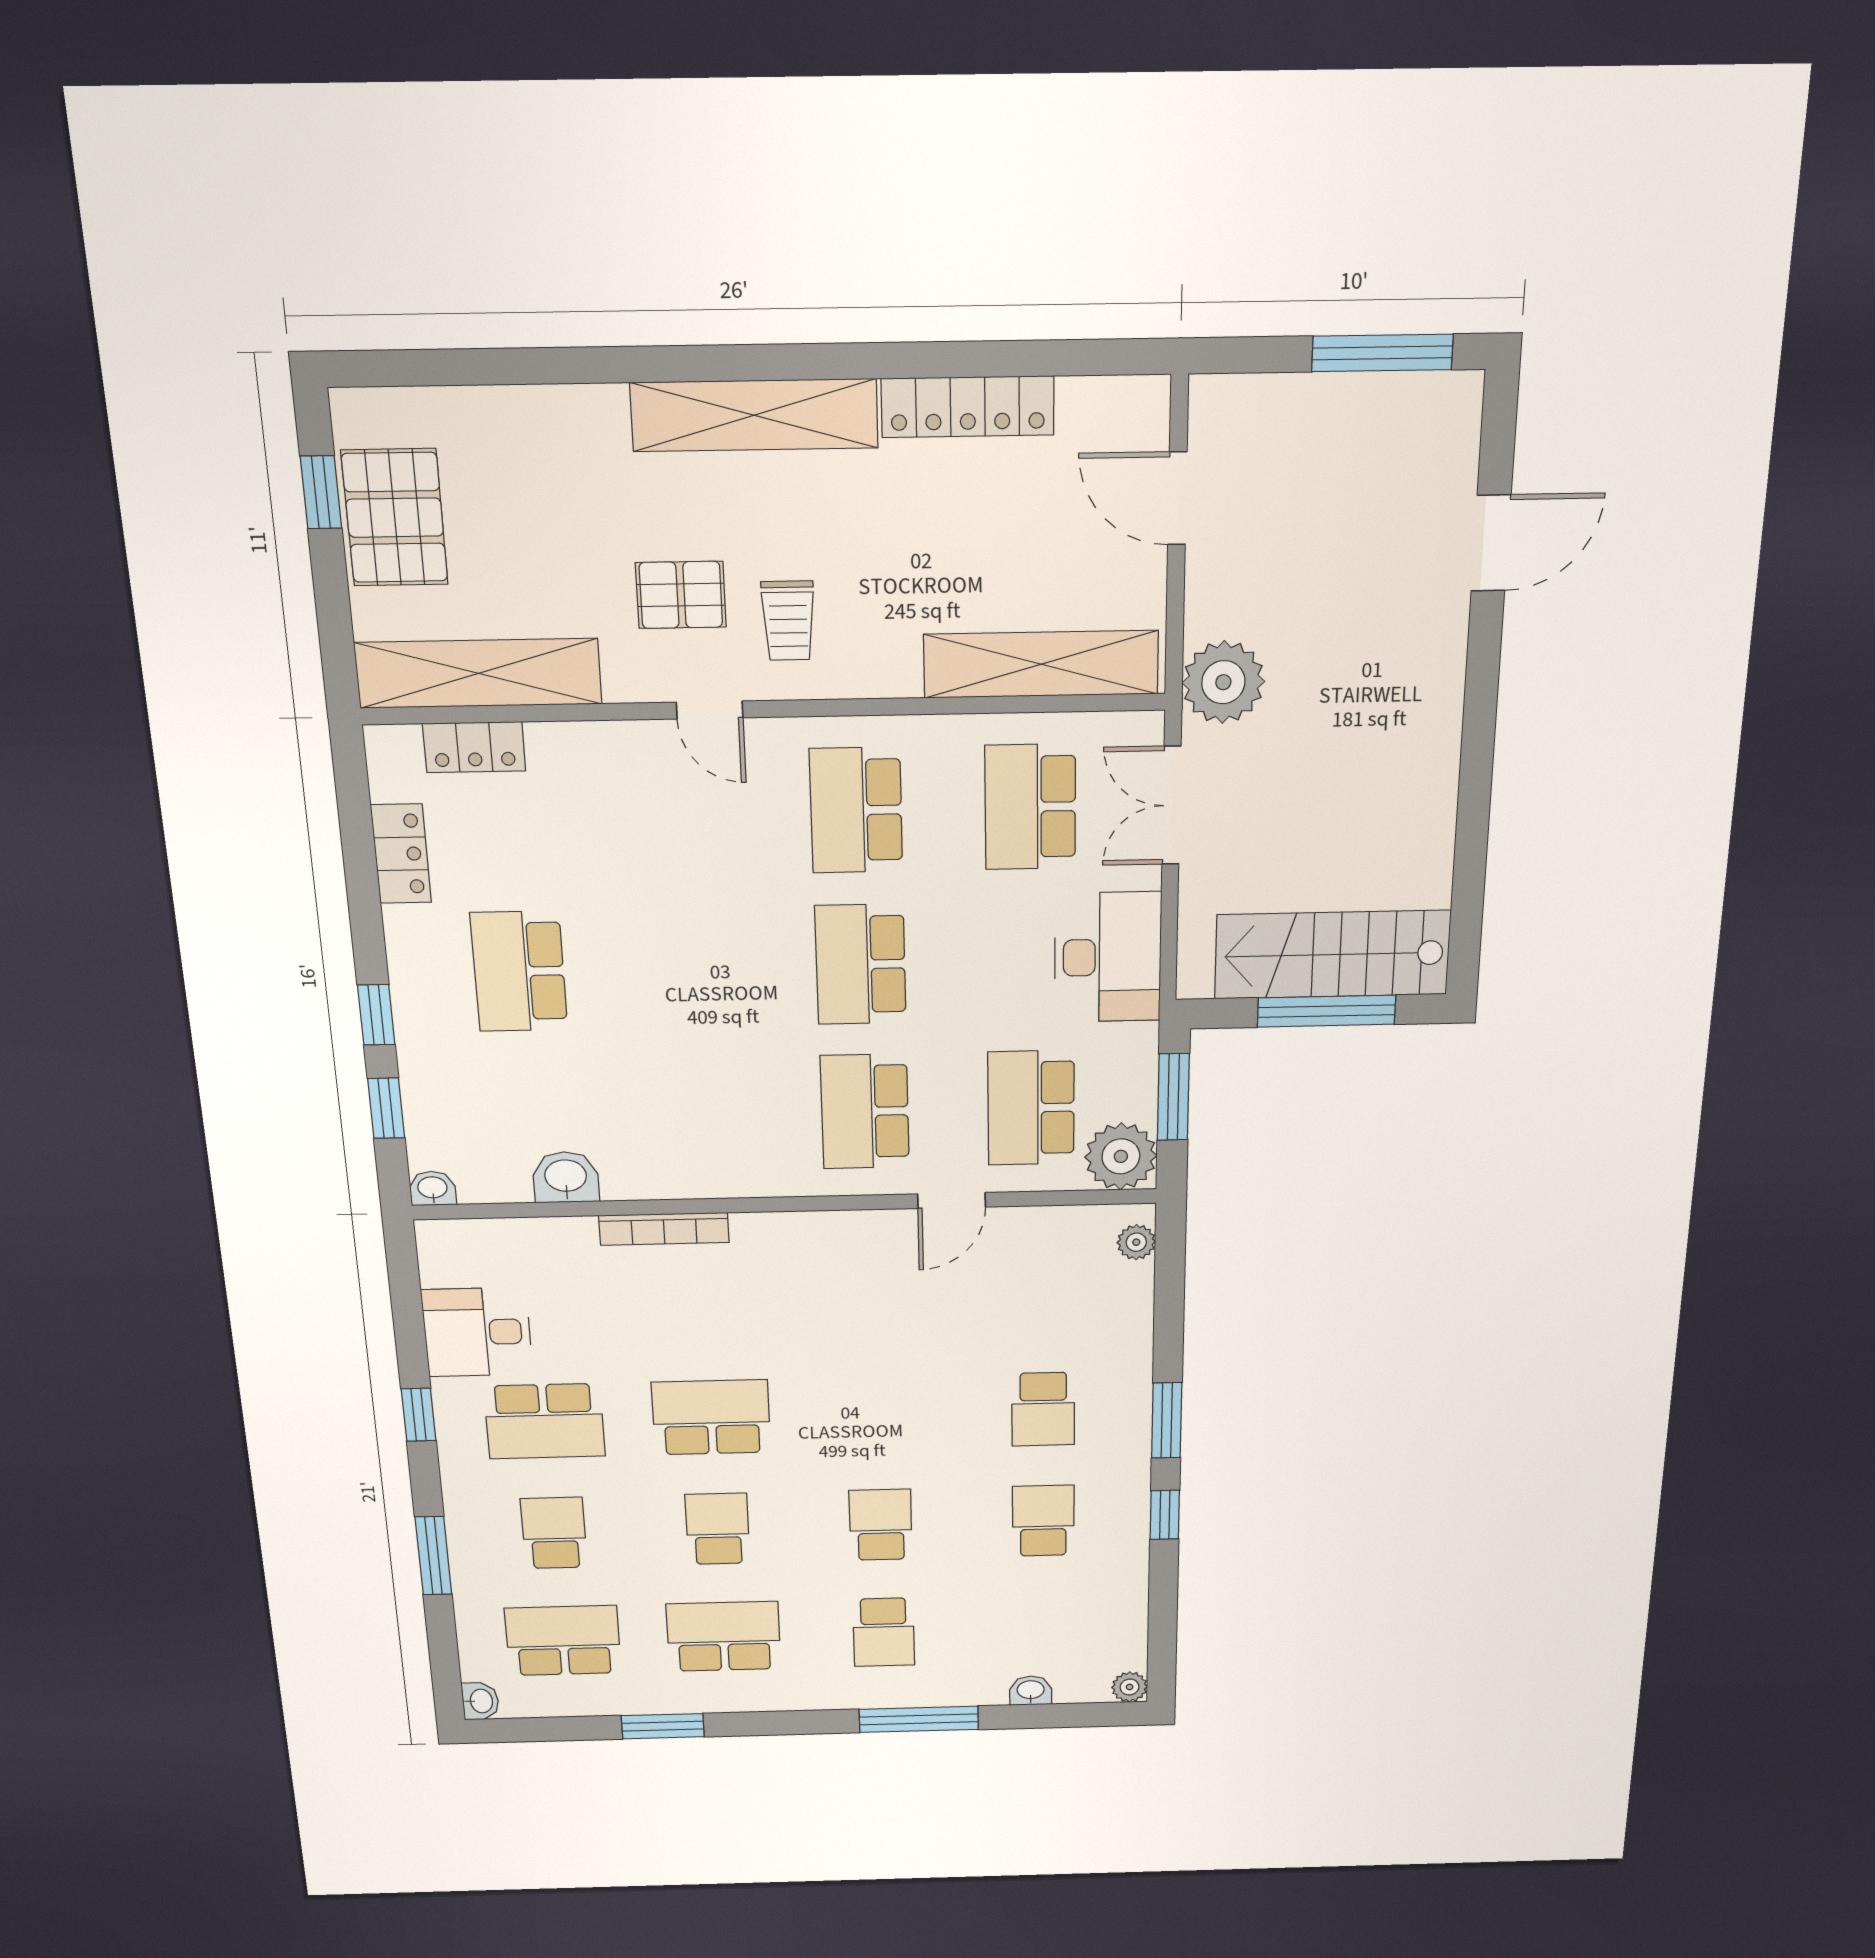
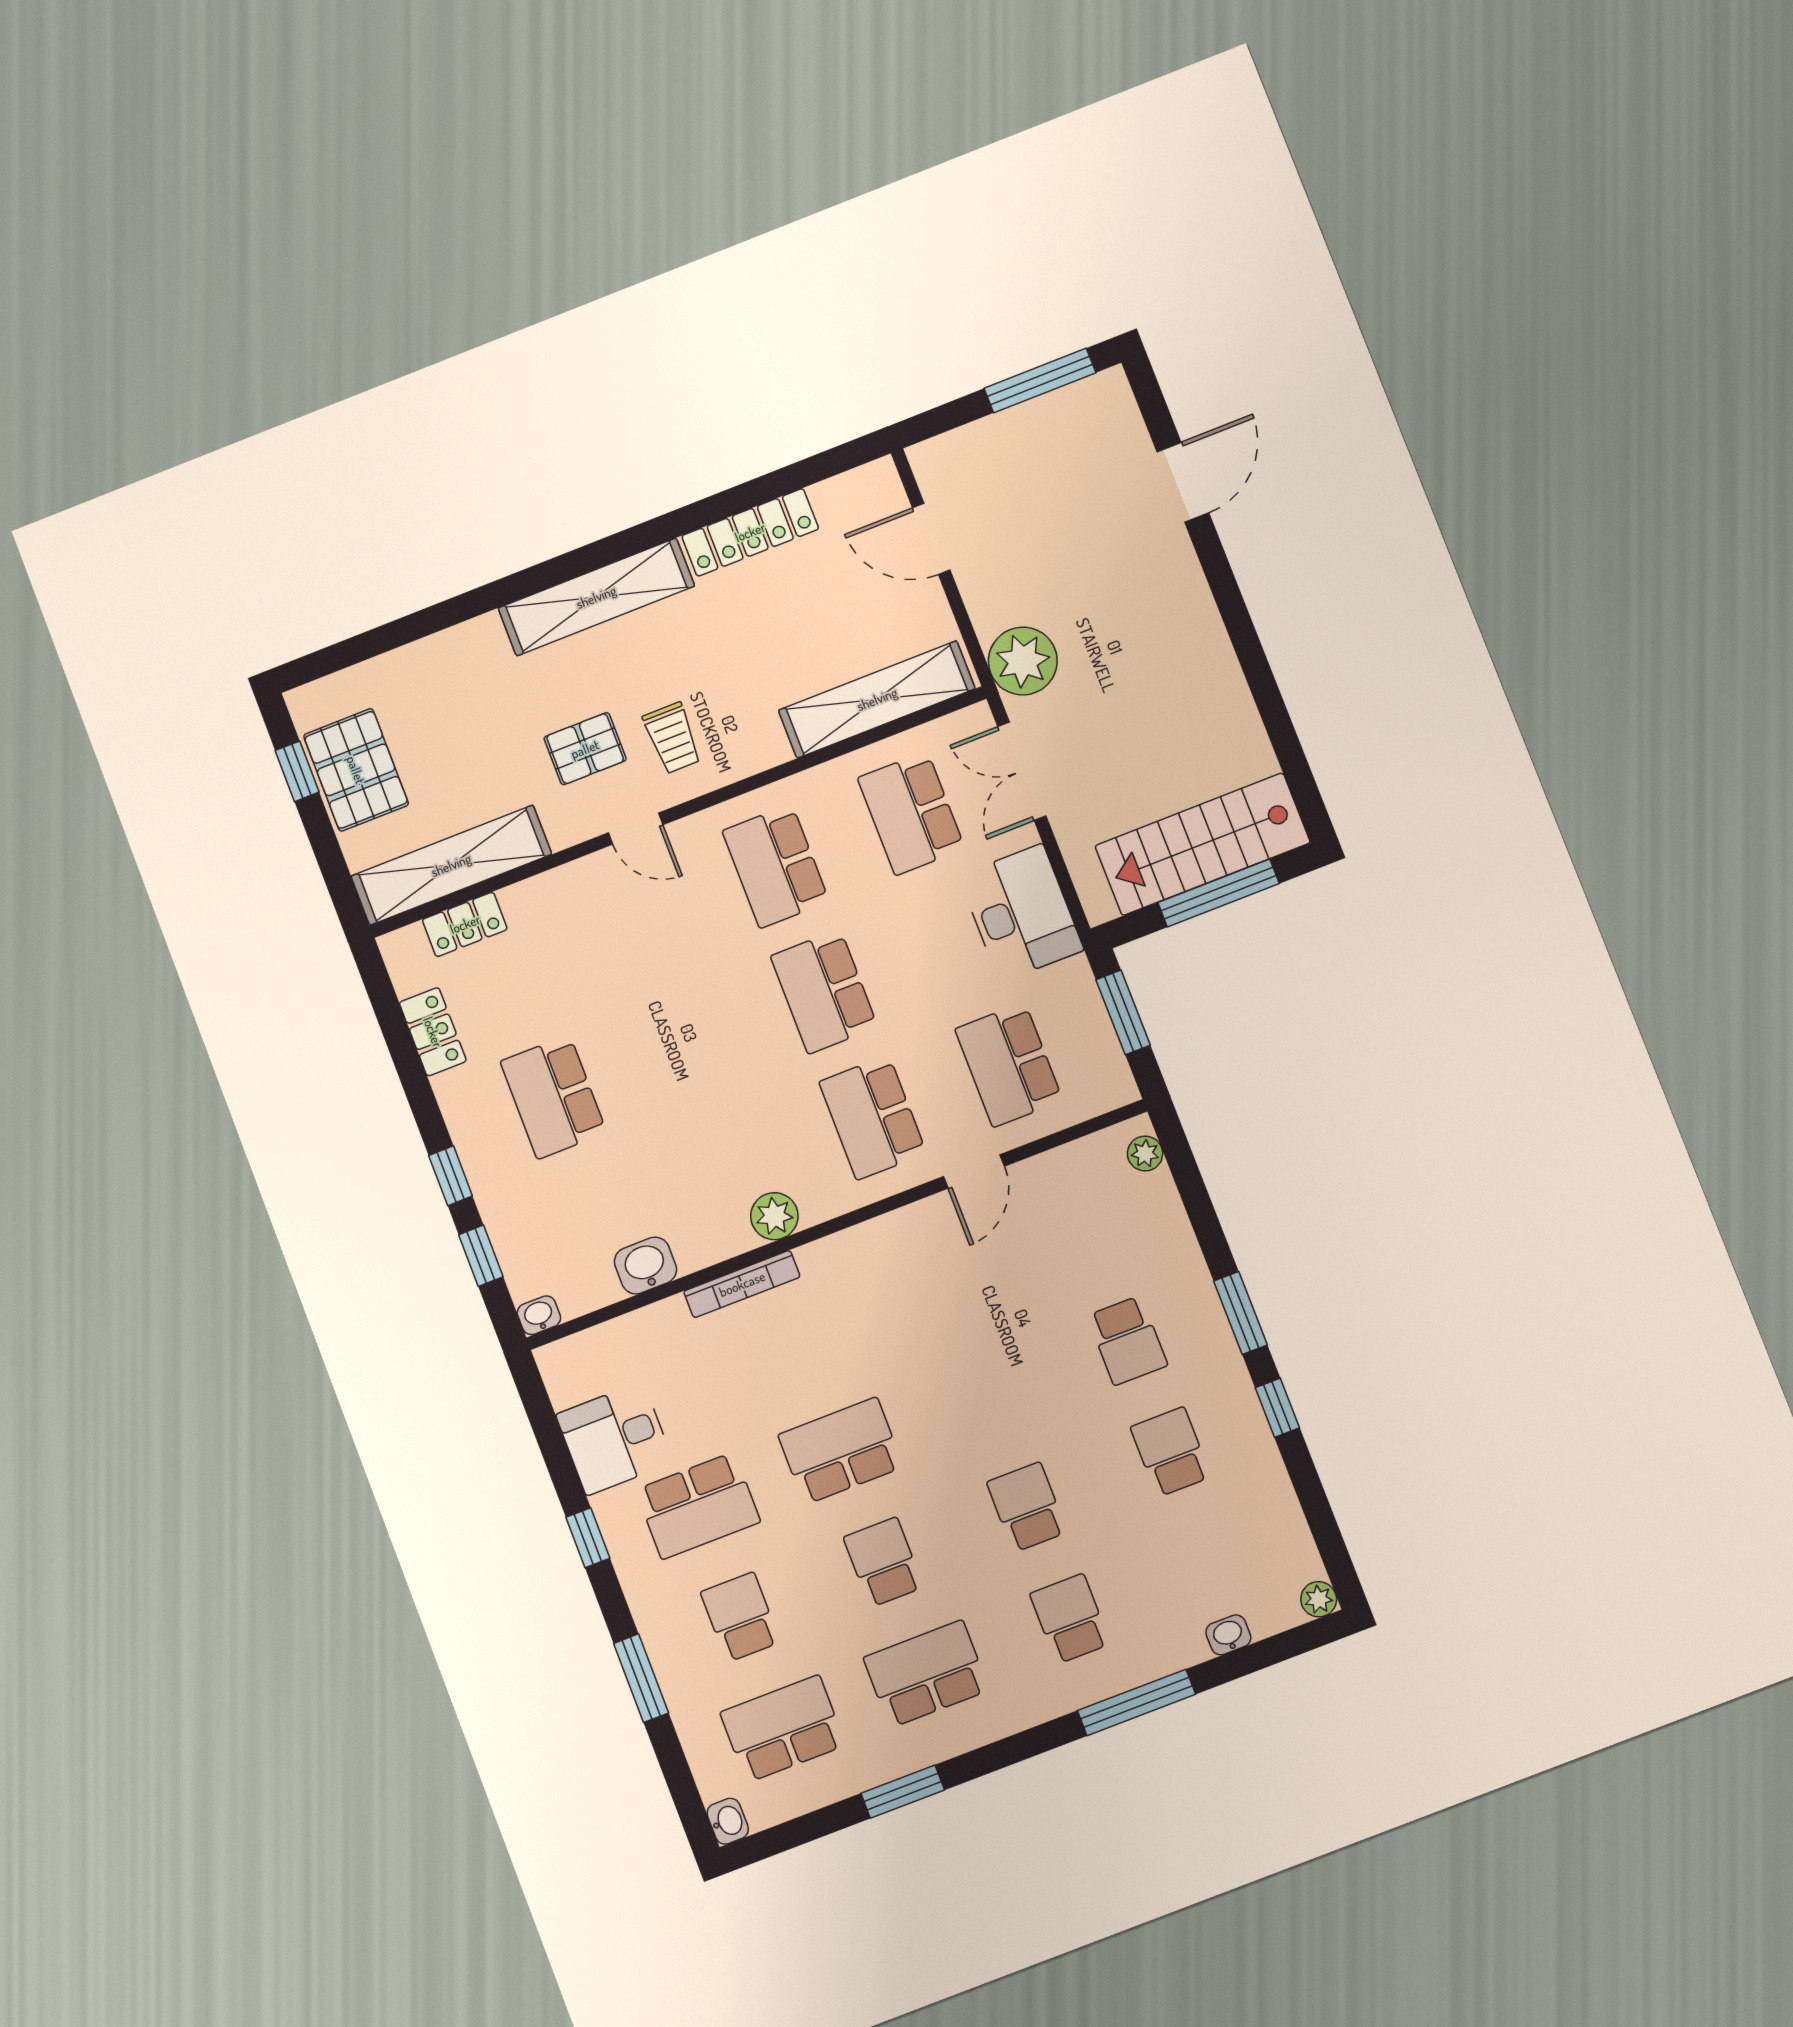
plant: (1121, 1156) -> (774, 1216), moved, width x0.73, depth x0.73
school desk: (884, 1632) -> (1070, 1619), turned 180

